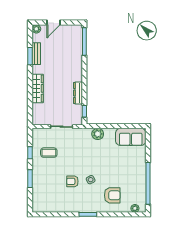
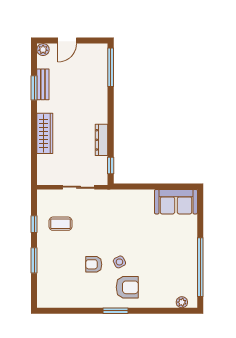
plant: (98, 134) -> (129, 198), removed
armchair: (112, 195) -> (127, 287), moved

